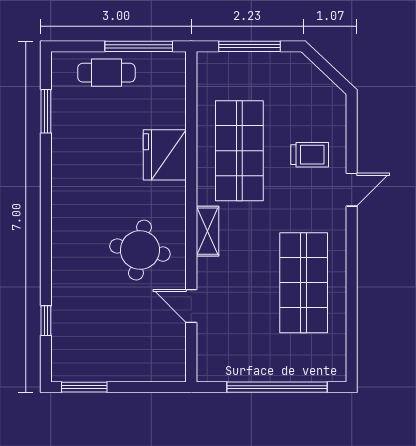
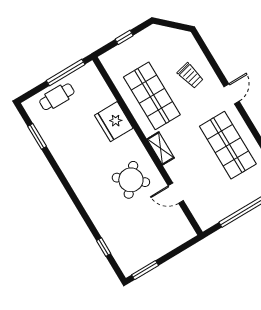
window: (249, 46) -> (124, 37), width x0.46
trolley: (310, 155) -> (190, 76), turned 76
door: (352, 190) -> (232, 94), moved
round table: (140, 250) -> (131, 180), turned 30

